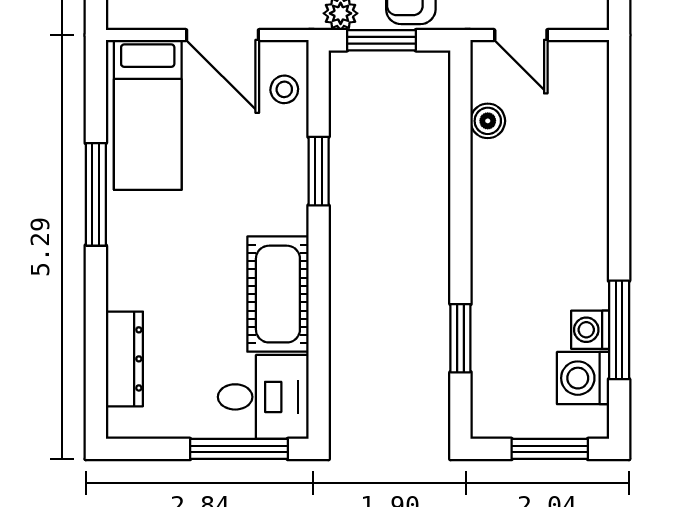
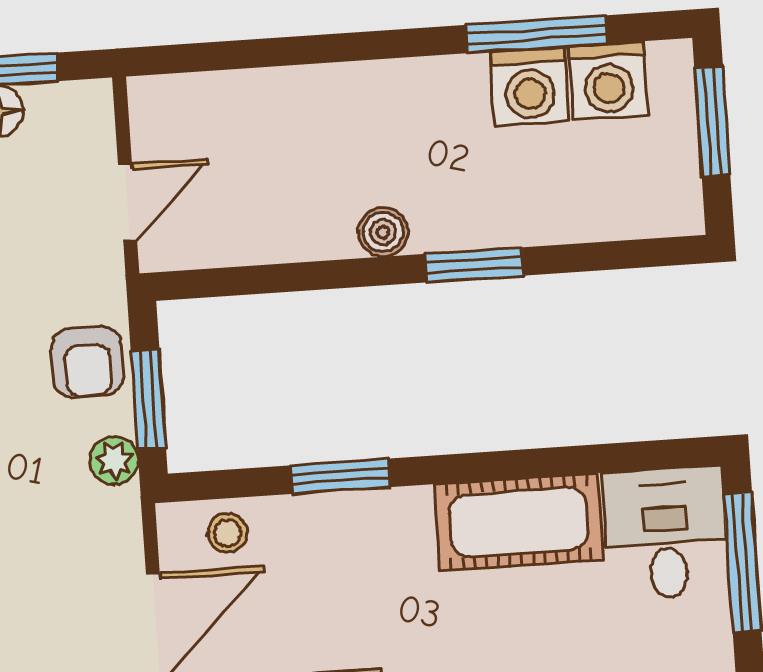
boiler: (488, 121) -> (383, 232), moved
washing machine: (590, 330) -> (530, 86), width x1.38, depth x1.38
window: (460, 338) -> (474, 265), moved

